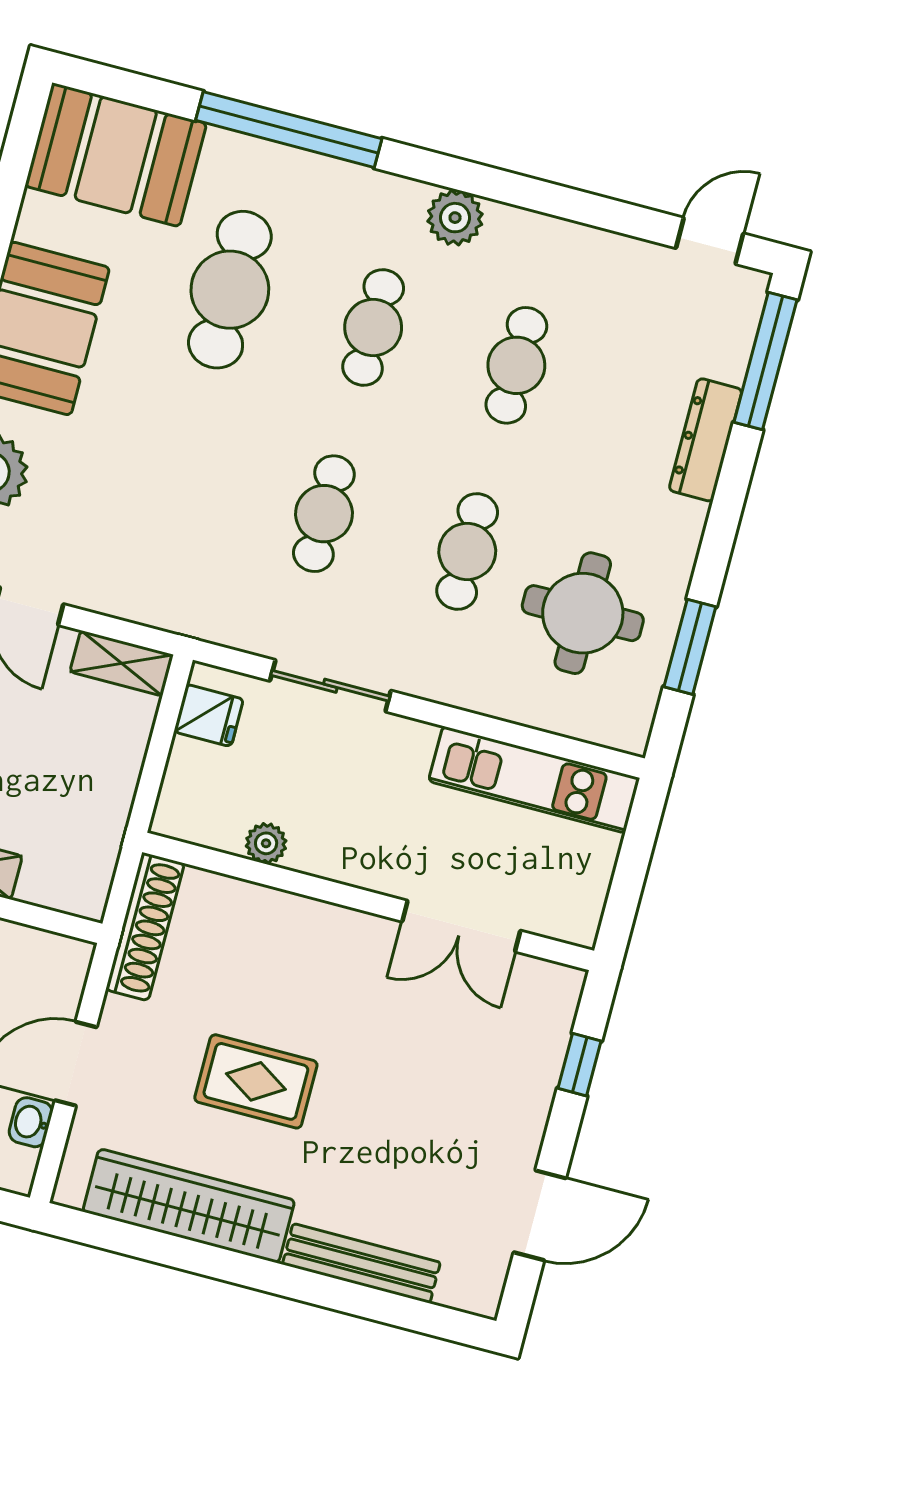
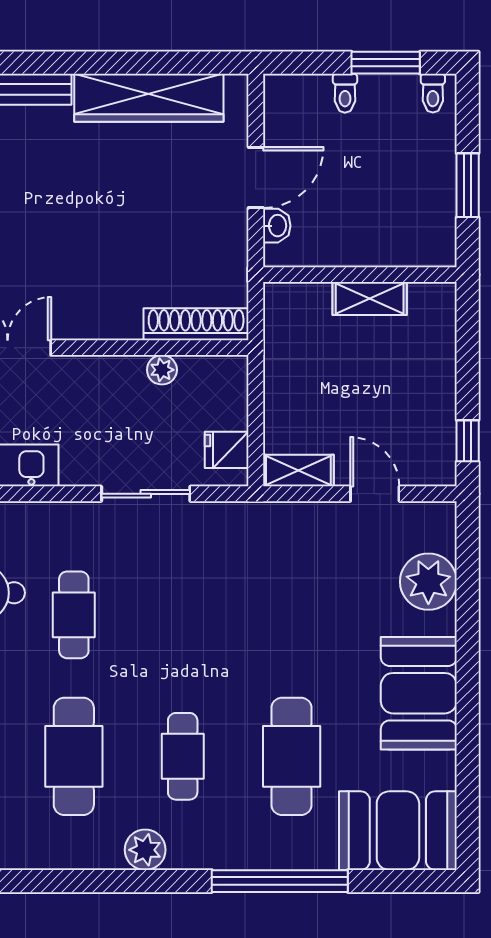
cafe table: (516, 365) -> (74, 756), width x1.37, depth x1.35
cafe table: (324, 514) -> (183, 615), removed
shoe rack: (145, 927) -> (196, 324), moved, turned 90
rug: (256, 1081) -> (124, 199), removed
washbasin: (31, 1122) -> (277, 226), moved

